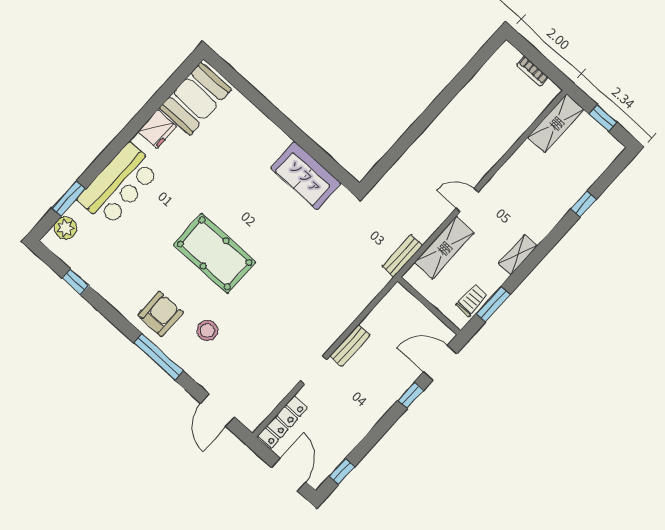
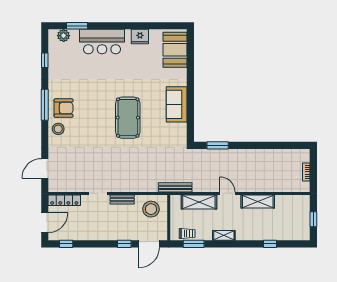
booth: (195, 99) -> (175, 50), moved, turned 90
shelving: (556, 123) -> (258, 202), moved
window: (392, 156) -> (218, 145), added
sofa: (306, 176) -> (177, 104), moved
pool table: (215, 253) -> (128, 118), moved
bench: (402, 256) -> (175, 187), width x1.36
stool: (397, 319) -> (151, 209), added
stool: (207, 330) -> (58, 129), moved
window: (159, 357) -> (45, 105), moved
door: (440, 363) -> (149, 244), swing flipped

